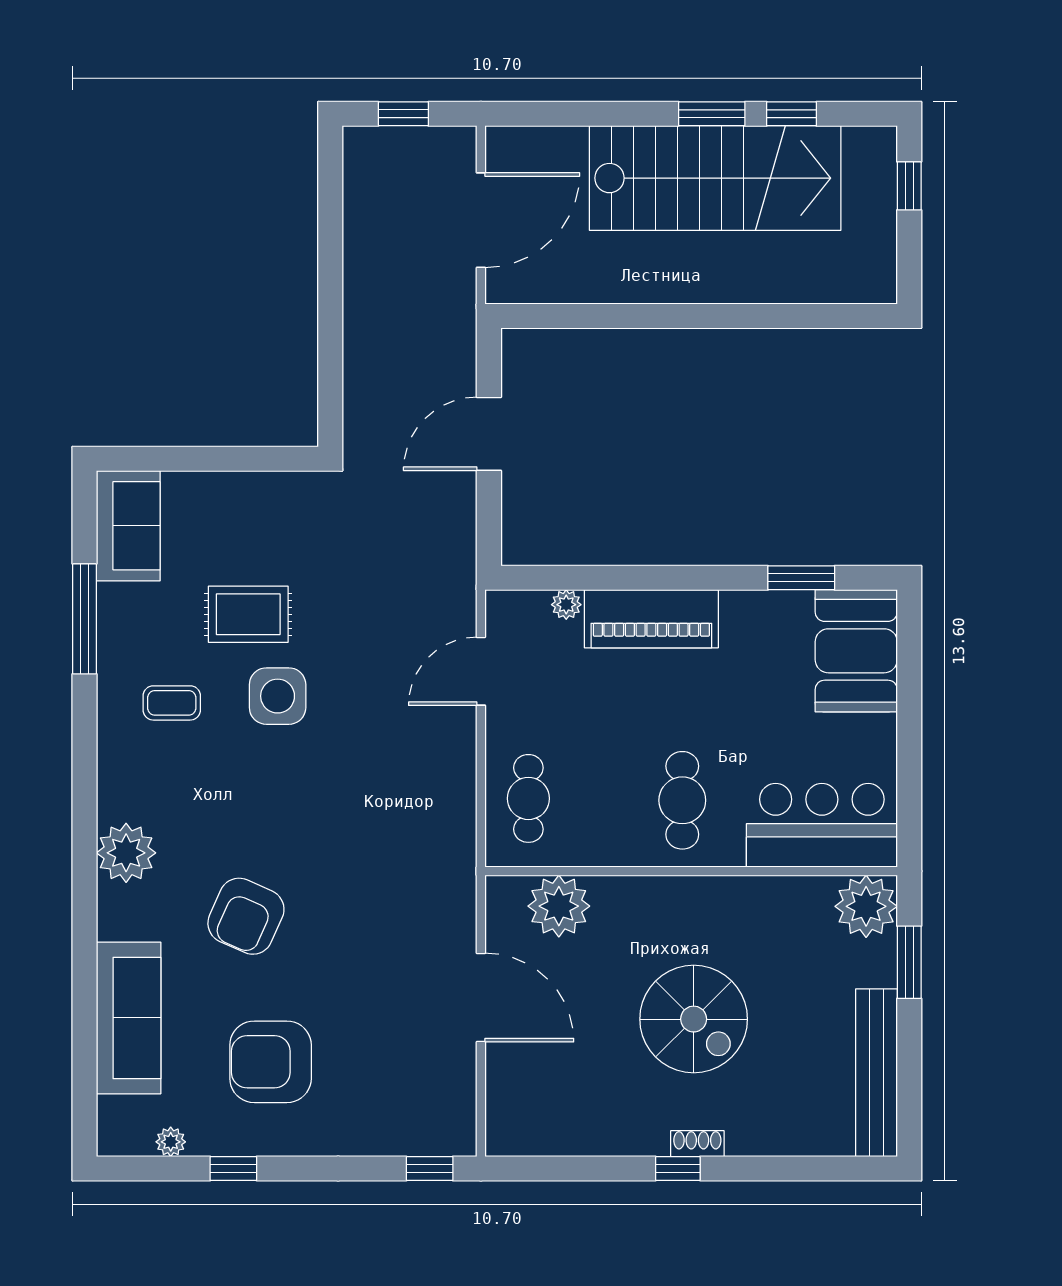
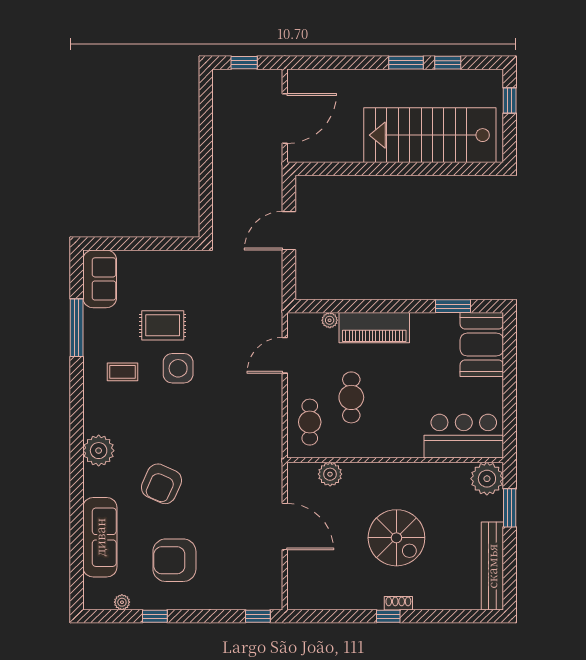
stairs: (715, 178) -> (430, 135), moved, turned 180
cafe table: (682, 800) -> (351, 397), moved
plant: (559, 906) -> (330, 474), width x0.73, depth x0.73

